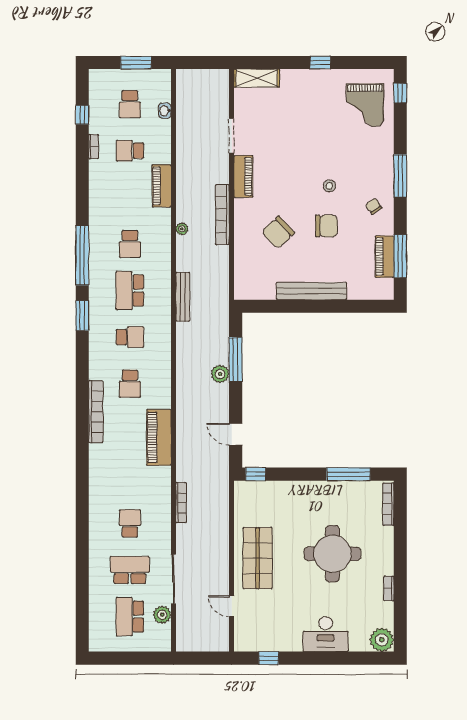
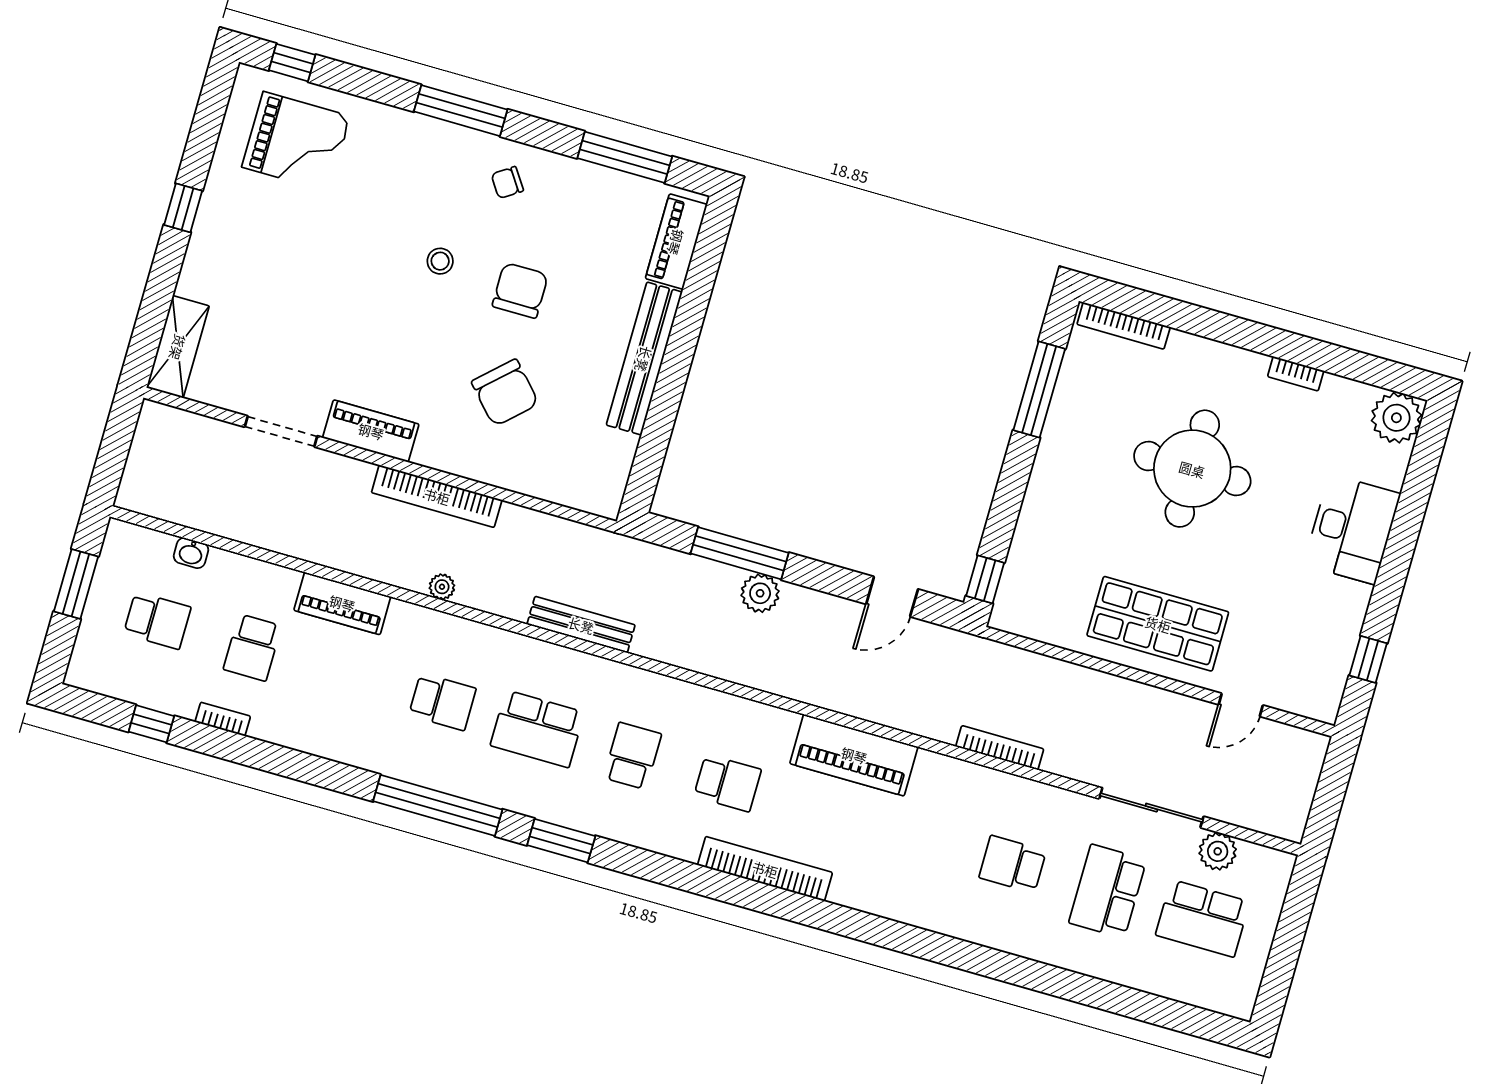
piano: (384, 257) -> (676, 242), moved, turned 90

